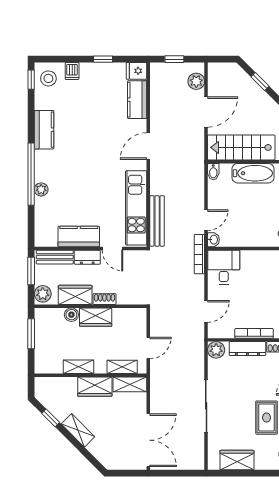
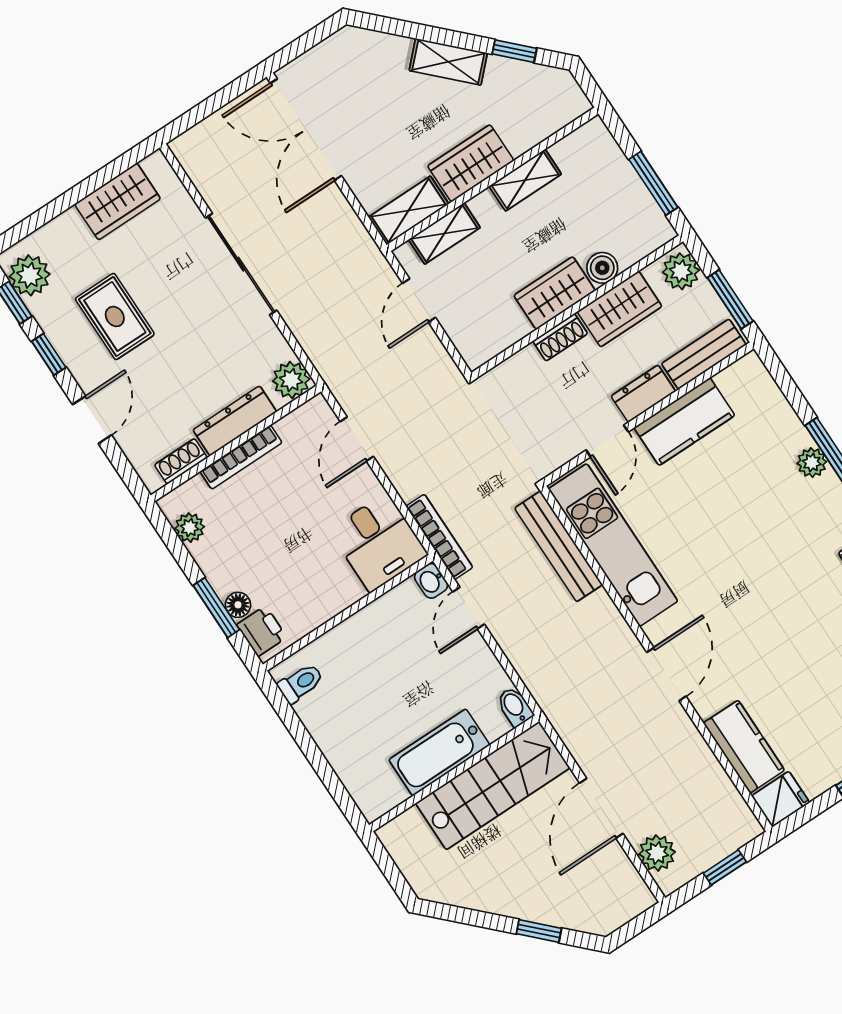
door: (113, 248) -> (607, 441), swing flipped

